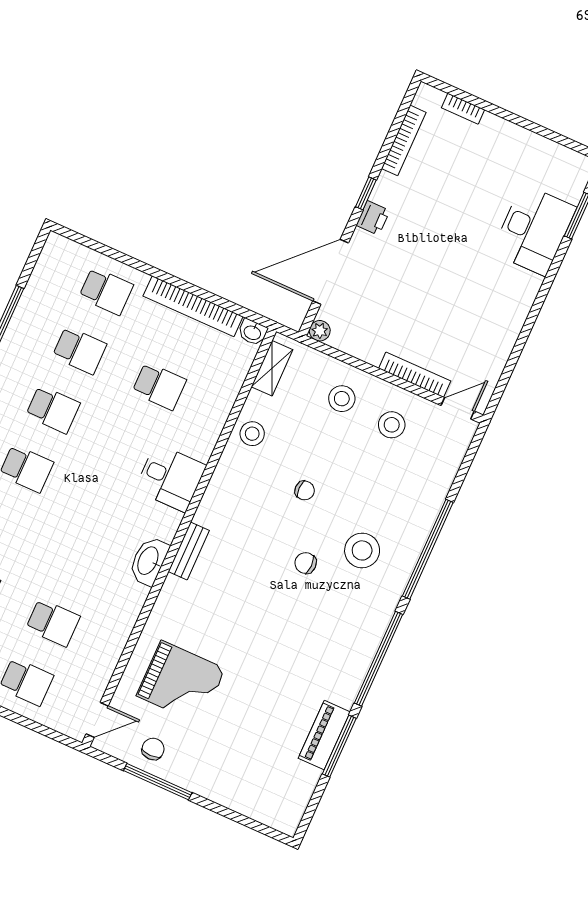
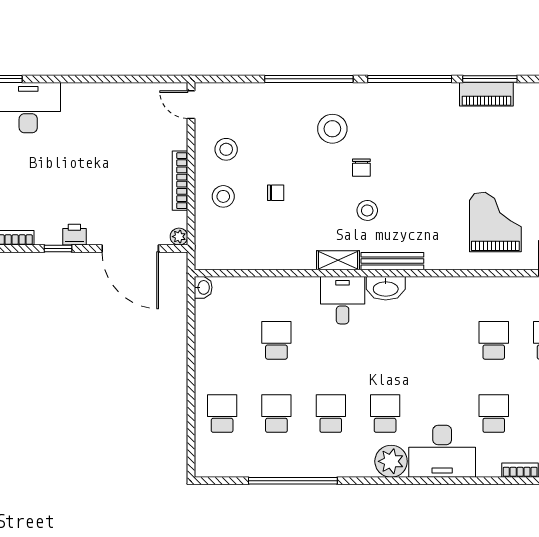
bookcase: (193, 306) -> (204, 342), removed
shelving: (272, 368) -> (338, 260), moved
bookcase: (415, 375) -> (180, 181), moved
stool: (252, 434) -> (367, 210), moved
chair: (305, 490) -> (276, 193), moved, turned 90
bench: (189, 551) -> (392, 261), width x1.36
washbasin: (149, 561) -> (386, 288), moved

